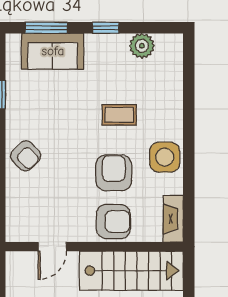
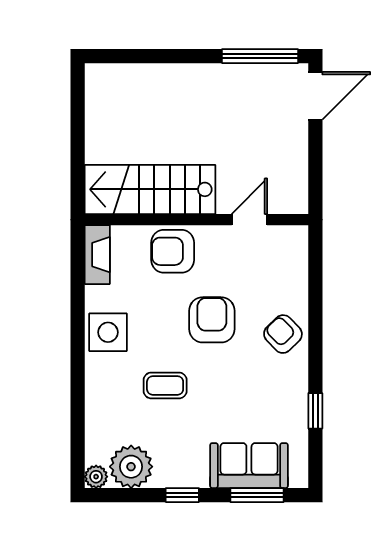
plant: (174, 42) -> (96, 477), added
plant: (142, 46) -> (131, 467), width x1.36, depth x1.36
armchair: (114, 173) -> (212, 320), moved, turned 180

